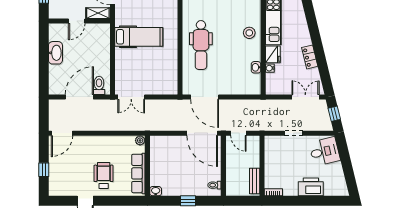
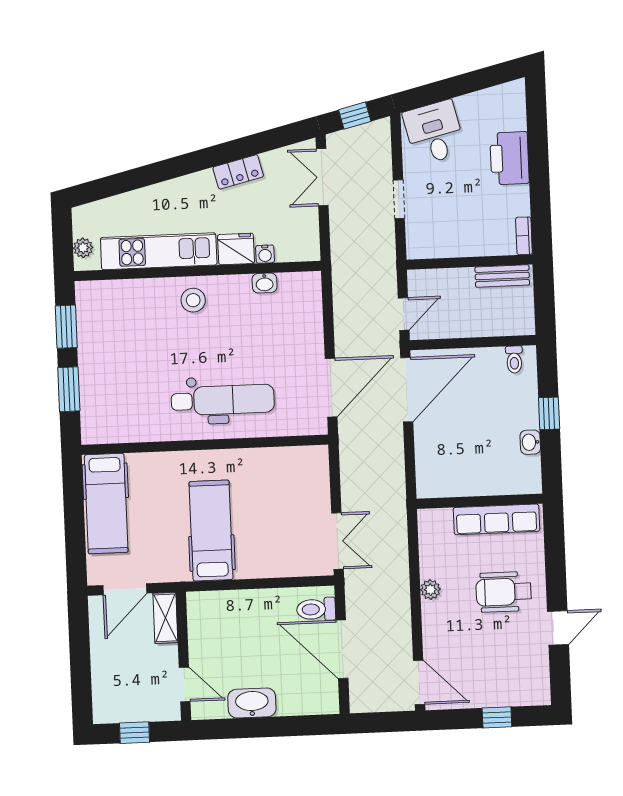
door: (77, 21) -> (185, 684), moved
plant: (140, 140) -> (430, 590), moved
washbasin: (156, 191) -> (530, 442), moved

